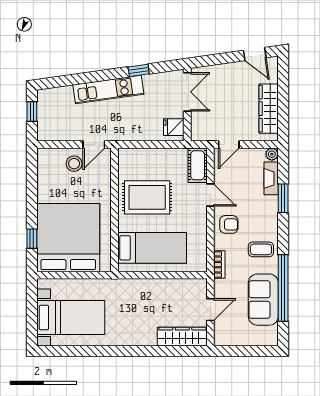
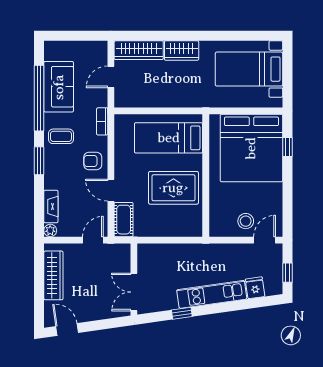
fridge: (174, 127) -> (255, 288), moved, turned -98
door: (94, 144) -> (265, 240), moved
window: (283, 198) -> (39, 161), moved
wardrobe: (139, 336) -> (182, 50), added

